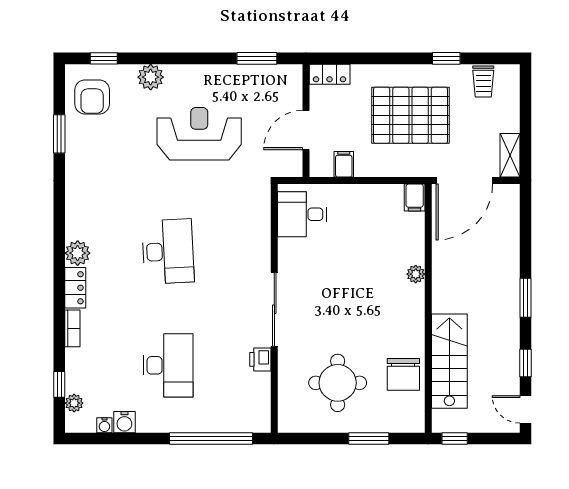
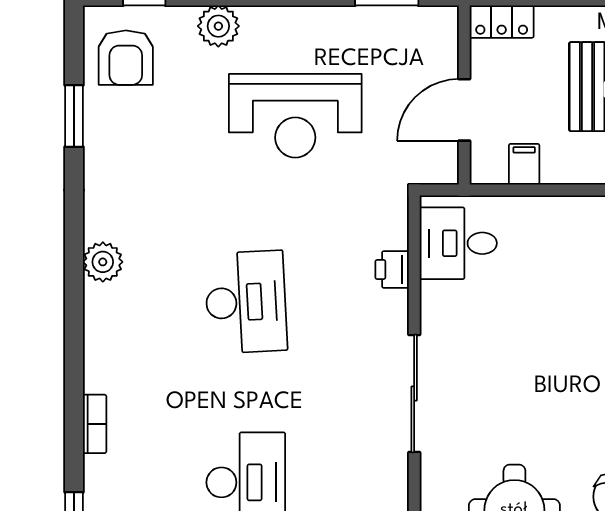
reception desk: (199, 134) -> (295, 116), turned 180
plant: (78, 253) -> (103, 262), moved
locker: (75, 288) -> (99, 360), removed
printer: (260, 359) -> (392, 269), moved

